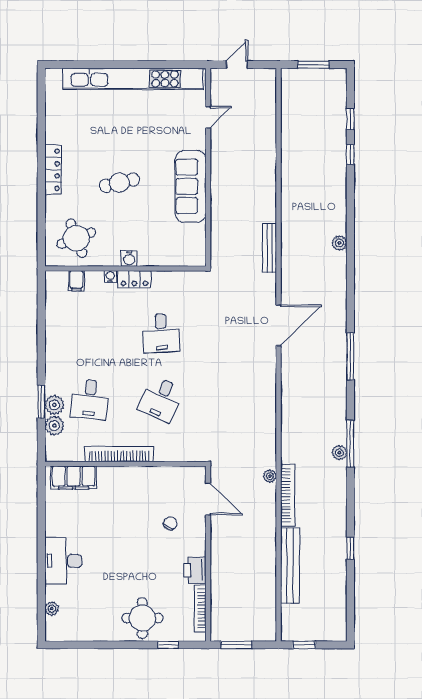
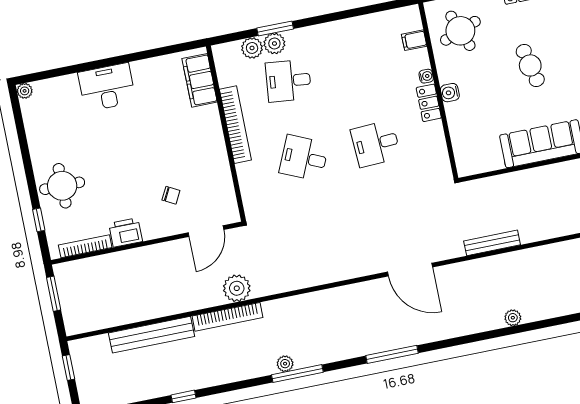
plant: (270, 476) -> (237, 288), width x1.88, depth x1.88
plant: (52, 609) -> (25, 91), moved

